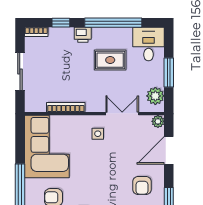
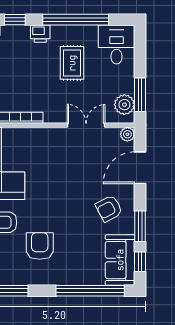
rug: (110, 60) -> (72, 63), turned 90
window: (169, 72) -> (140, 95), moved
side table: (98, 134) -> (58, 148), removed
armchair: (142, 186) -> (109, 209), turned 62

